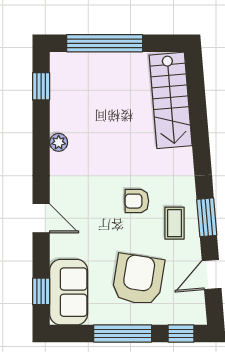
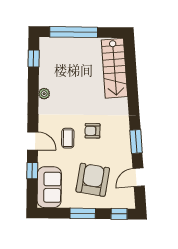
coffee table: (175, 223) -> (68, 138), moved
window: (41, 291) -> (32, 171), moved
window: (123, 334) -> (83, 213), width x0.69

